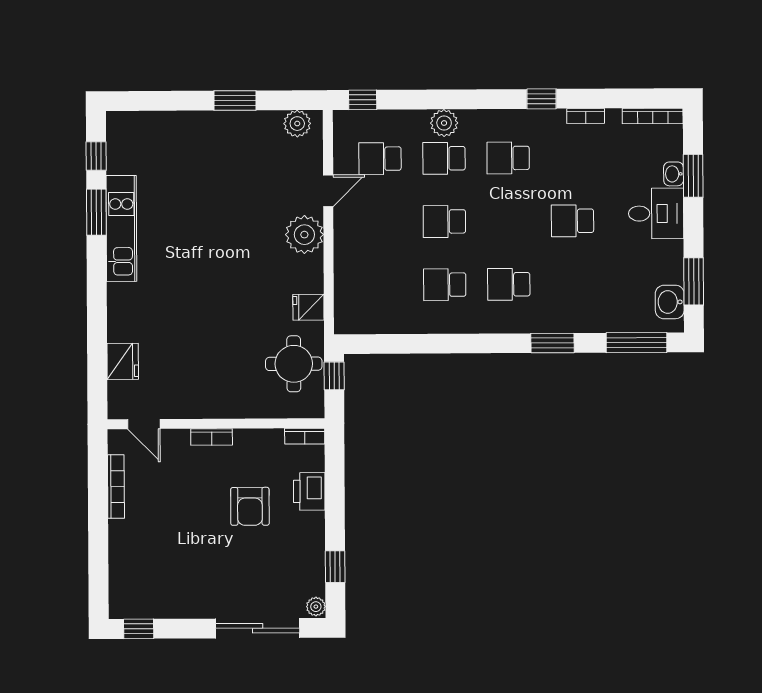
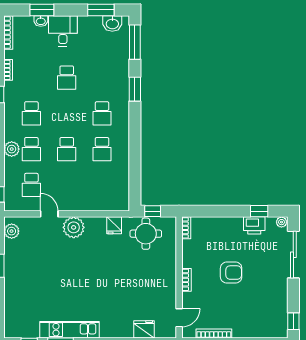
printer: (309, 491) -> (254, 225), moved
armchair: (250, 506) -> (231, 273), moved

